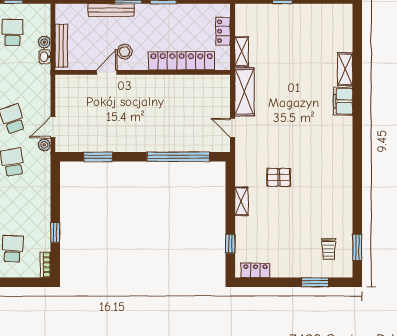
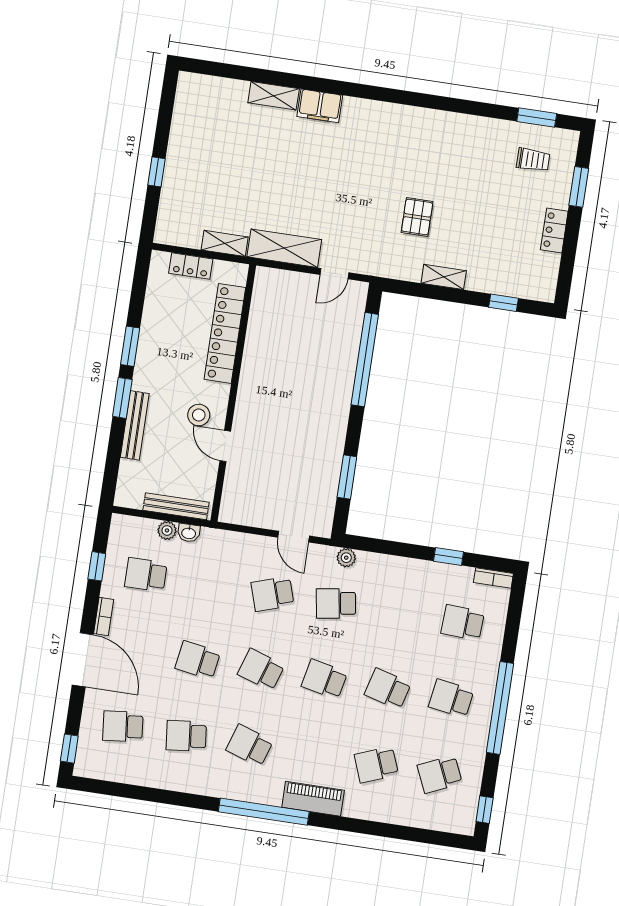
plant: (44, 145) -> (346, 558), moved
locker: (255, 270) -> (554, 230), moved

